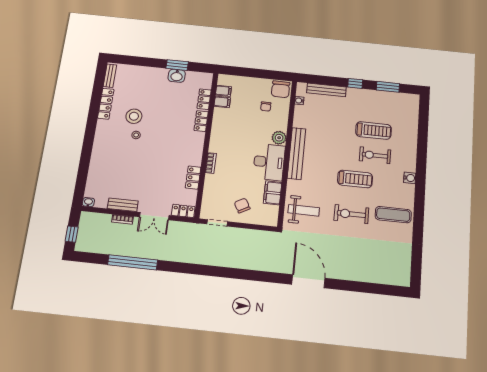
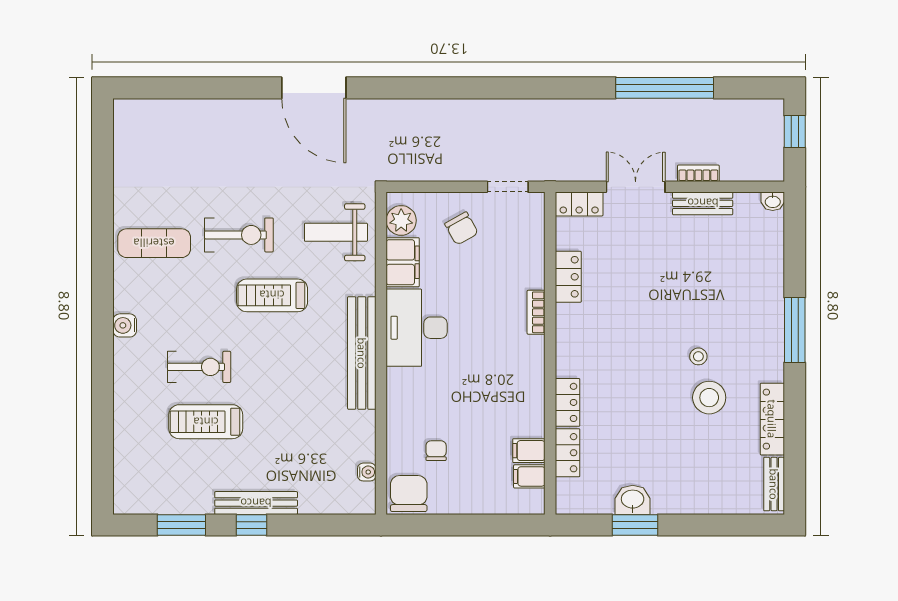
bench: (326, 90) -> (256, 503), moved
plant: (279, 138) -> (401, 220), moved
window: (88, 142) -> (795, 330), added
treadmill: (355, 179) -> (272, 295), moved

